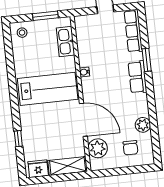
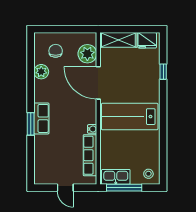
window: (45, 16) -> (124, 188), width x1.44
row of seats: (133, 31) -> (90, 155), moved, turned 180
kitchen sink: (66, 42) -> (116, 177), moved, turned -90
window: (147, 60) -> (31, 124), moved

